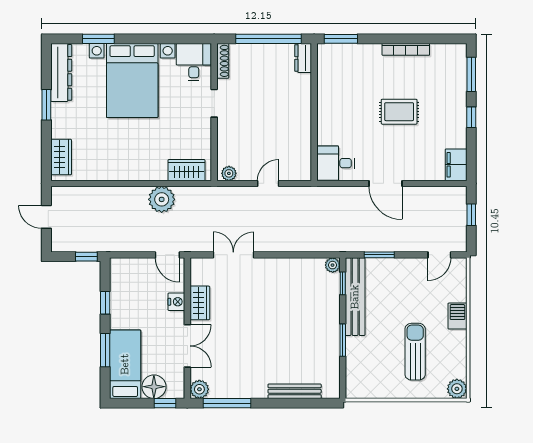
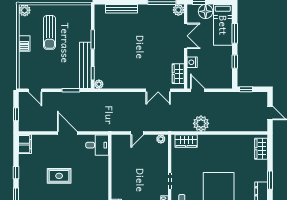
door: (439, 255) -> (35, 90), swing flipped
wardrobe: (200, 303) -> (178, 74), moved
barbecue: (457, 316) -> (24, 44), moved
double door: (187, 346) -> (186, 36), swing flipped

